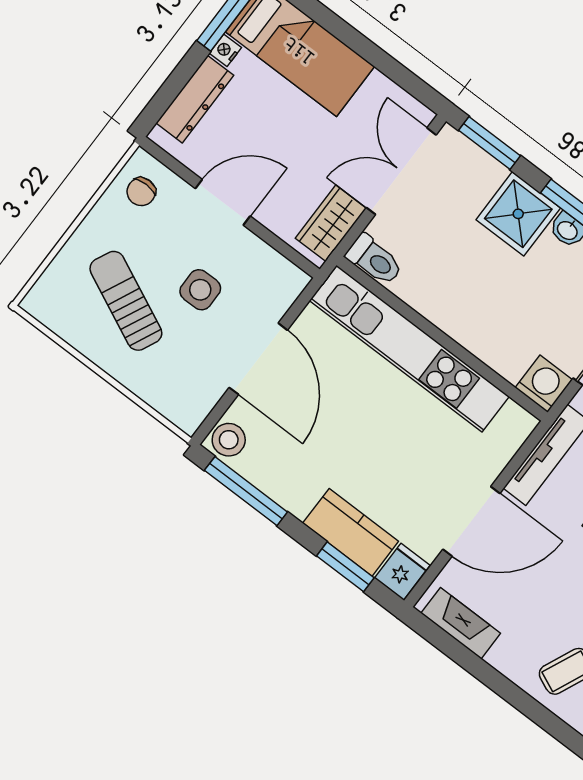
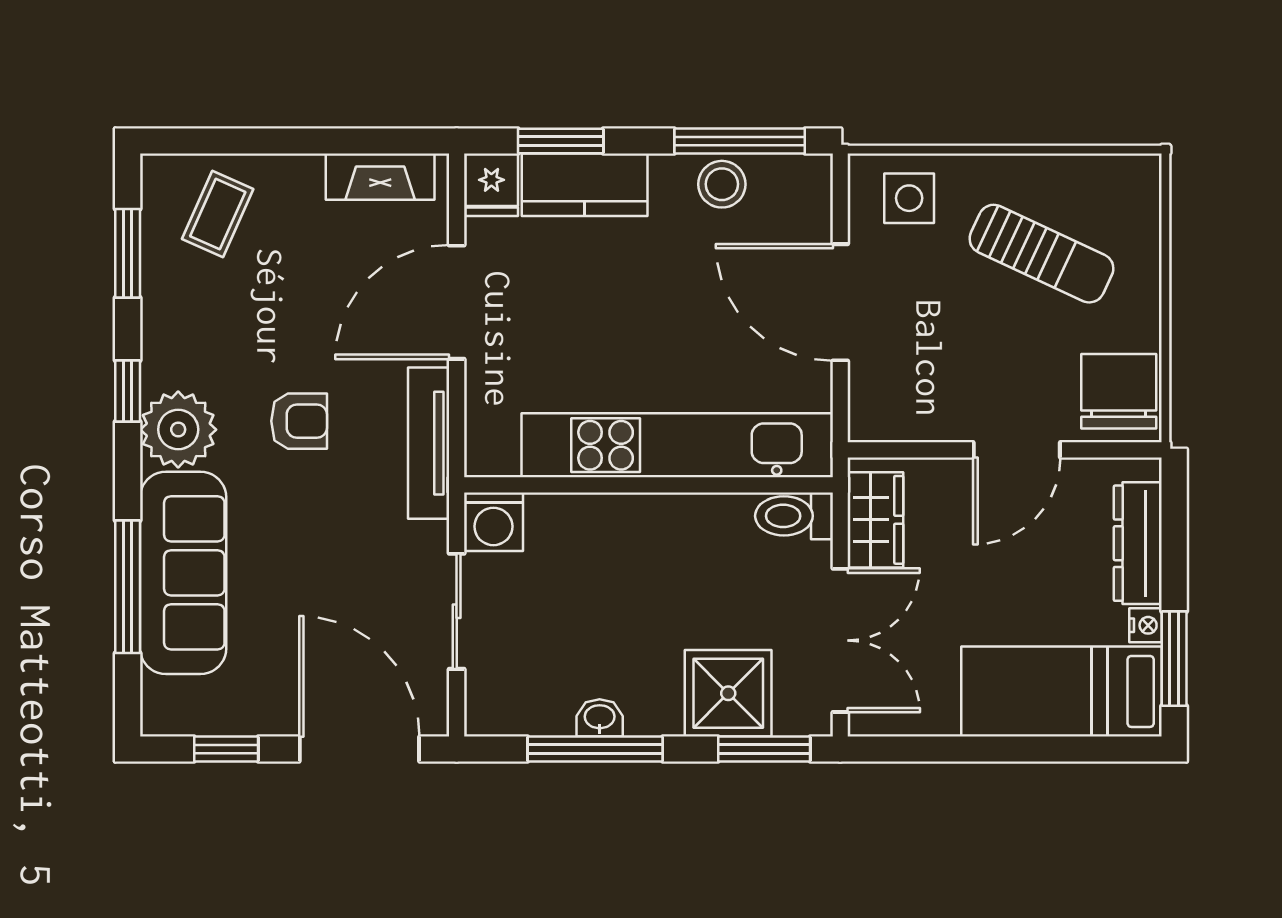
chair: (141, 192) -> (1119, 391), width x1.87, depth x1.87
shower: (518, 214) -> (728, 693), moved
side table: (200, 290) -> (909, 198), moved
stool: (229, 440) -> (722, 184), moved

